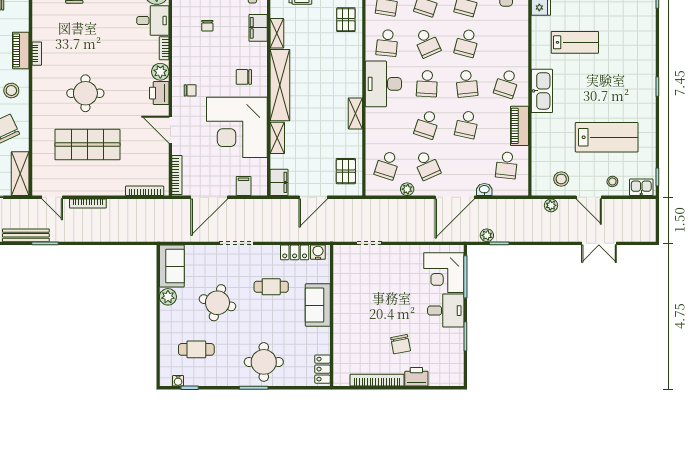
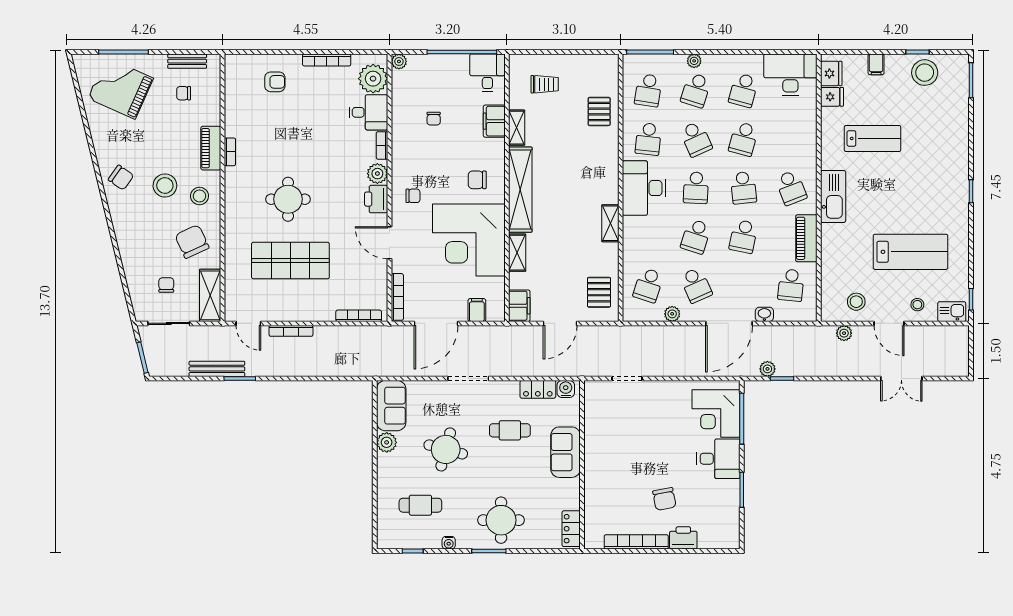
school desk: (507, 84) -> (791, 188), turned -39
water cooler: (178, 381) -> (449, 543), moved

